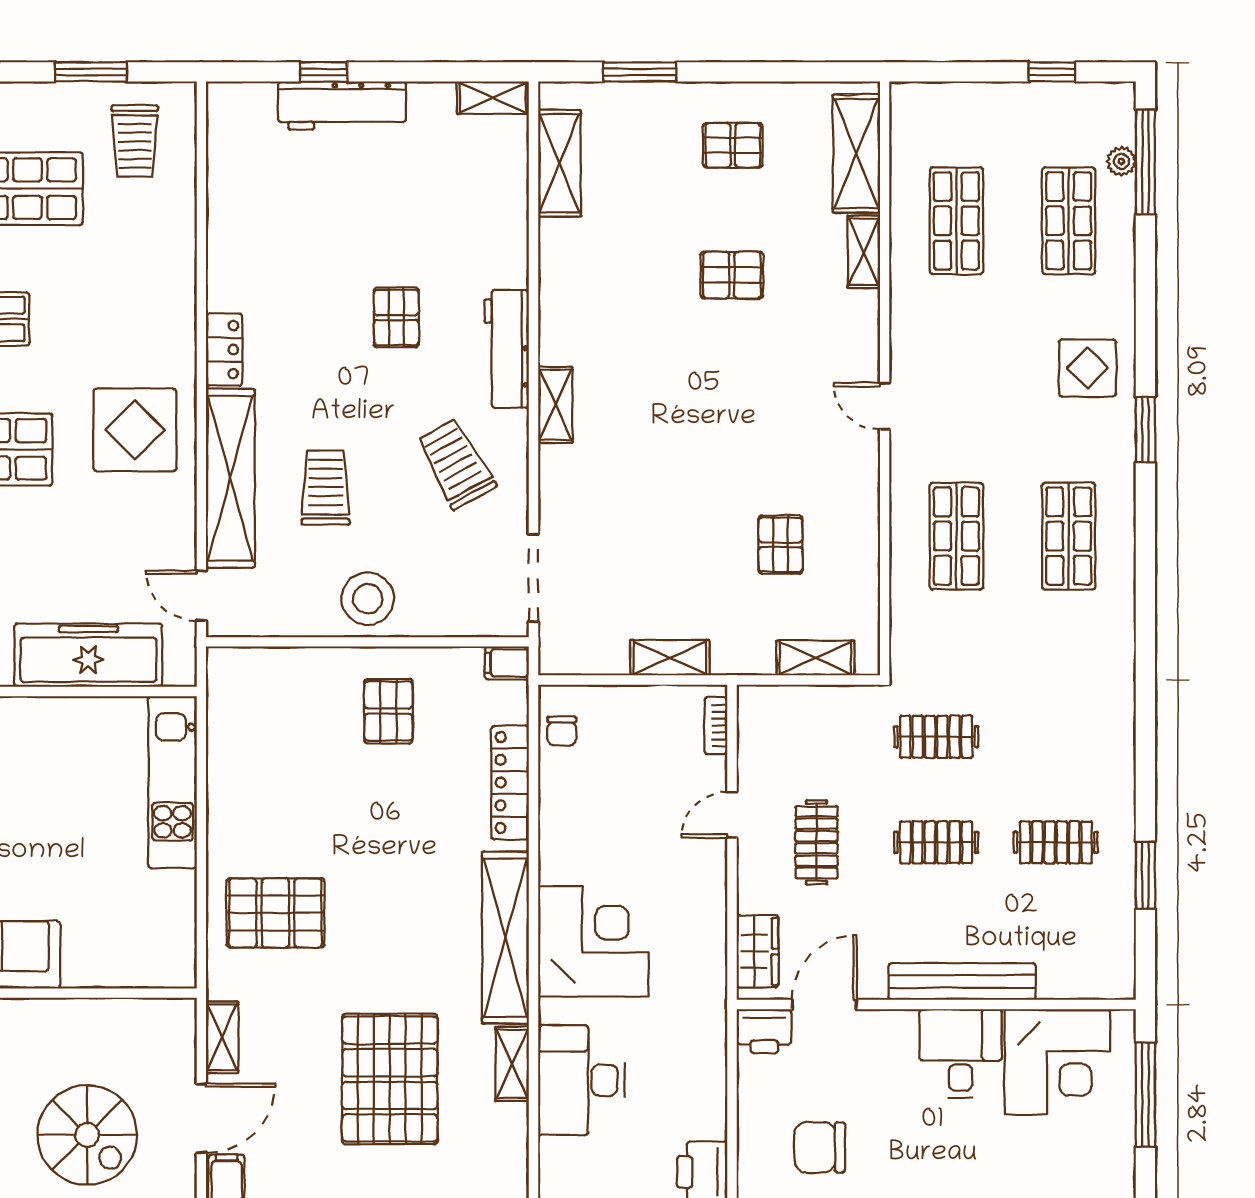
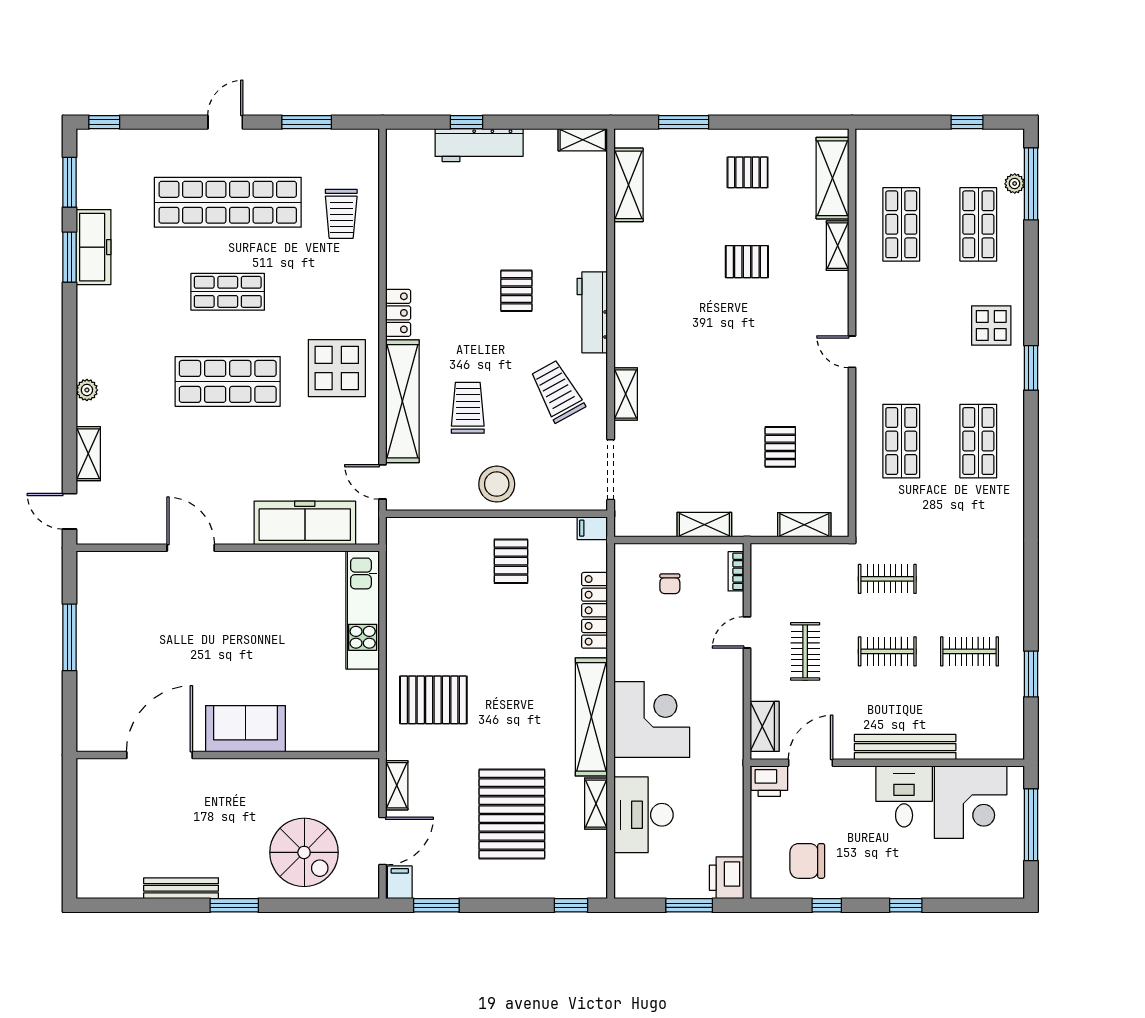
trolley: (135, 141) -> (341, 214), moved
shelving: (555, 405) -> (626, 394), moved
chair: (562, 731) -> (670, 584), moved

